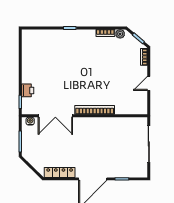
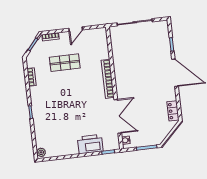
plant: (120, 34) -> (41, 152), moved
shop shelf: (116, 68) -> (65, 63), added
door: (149, 83) -> (76, 29), hinge flipped
printer: (28, 90) -> (90, 144), width x1.87, depth x1.48
locker: (60, 172) -> (173, 111), width x0.66

